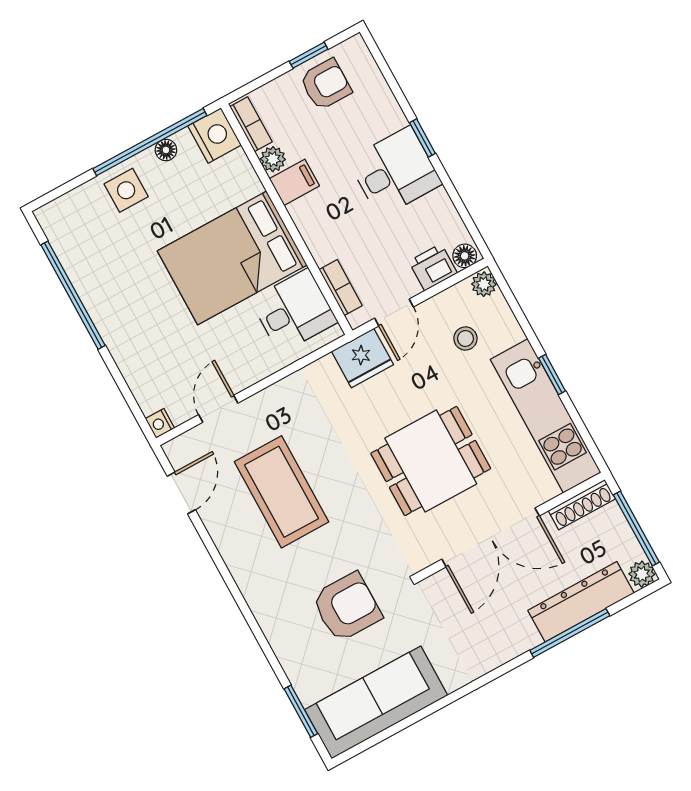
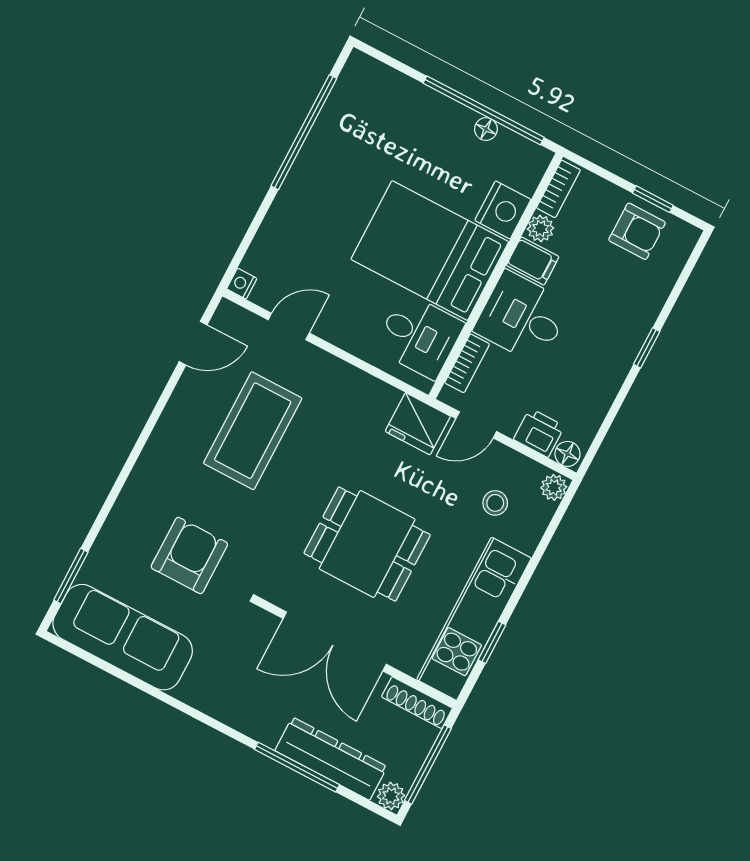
nightstand: (215, 135) -> (503, 210), moved
desk: (395, 172) -> (522, 317), moved, turned 180
side table: (126, 190) -> (427, 118), removed
window: (552, 374) -> (492, 642), moved
armchair: (347, 607) -> (189, 556), turned -90

